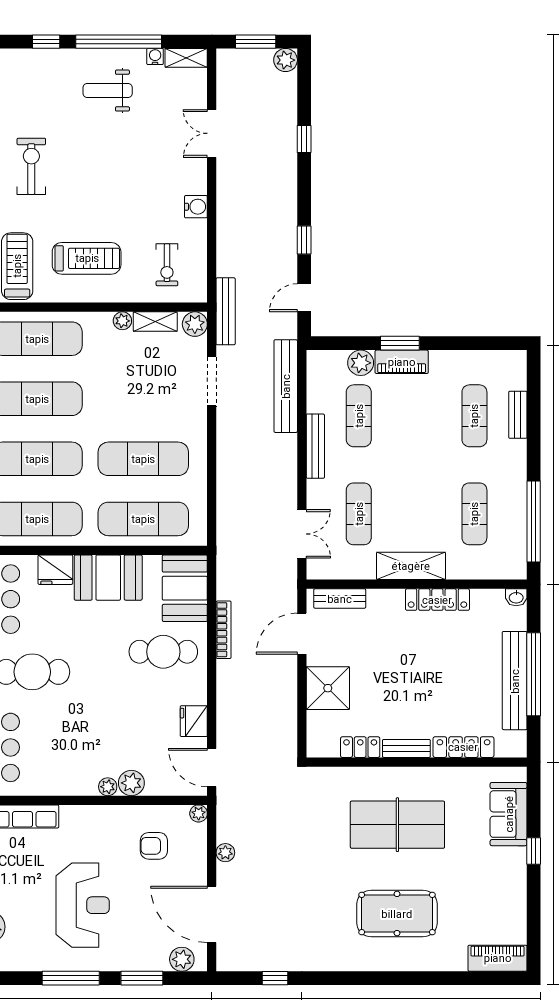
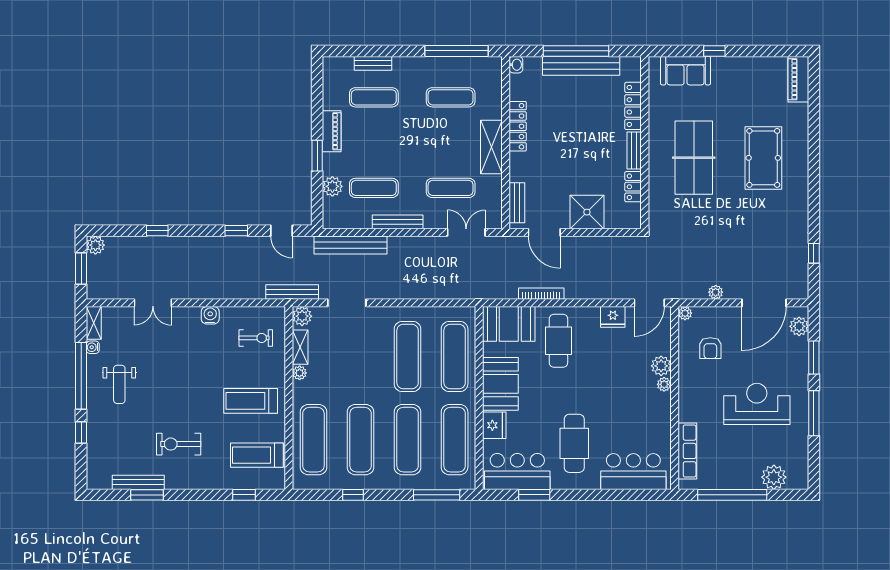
treadmill: (87, 258) -> (251, 401), turned -90
piano: (402, 362) -> (332, 131), moved

